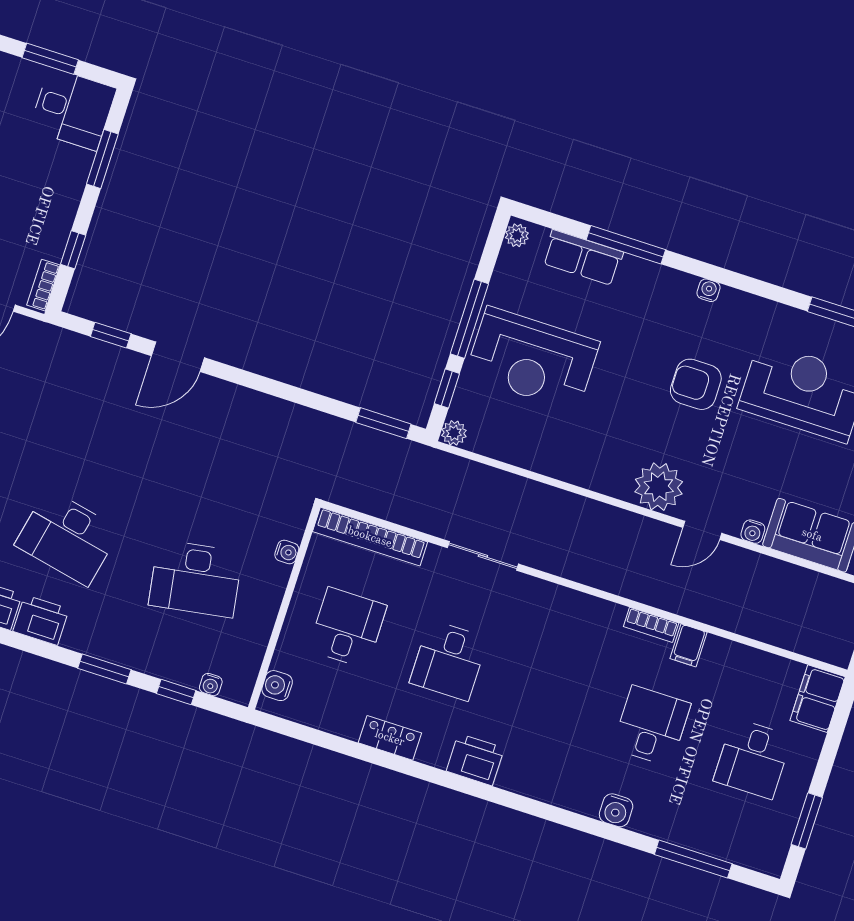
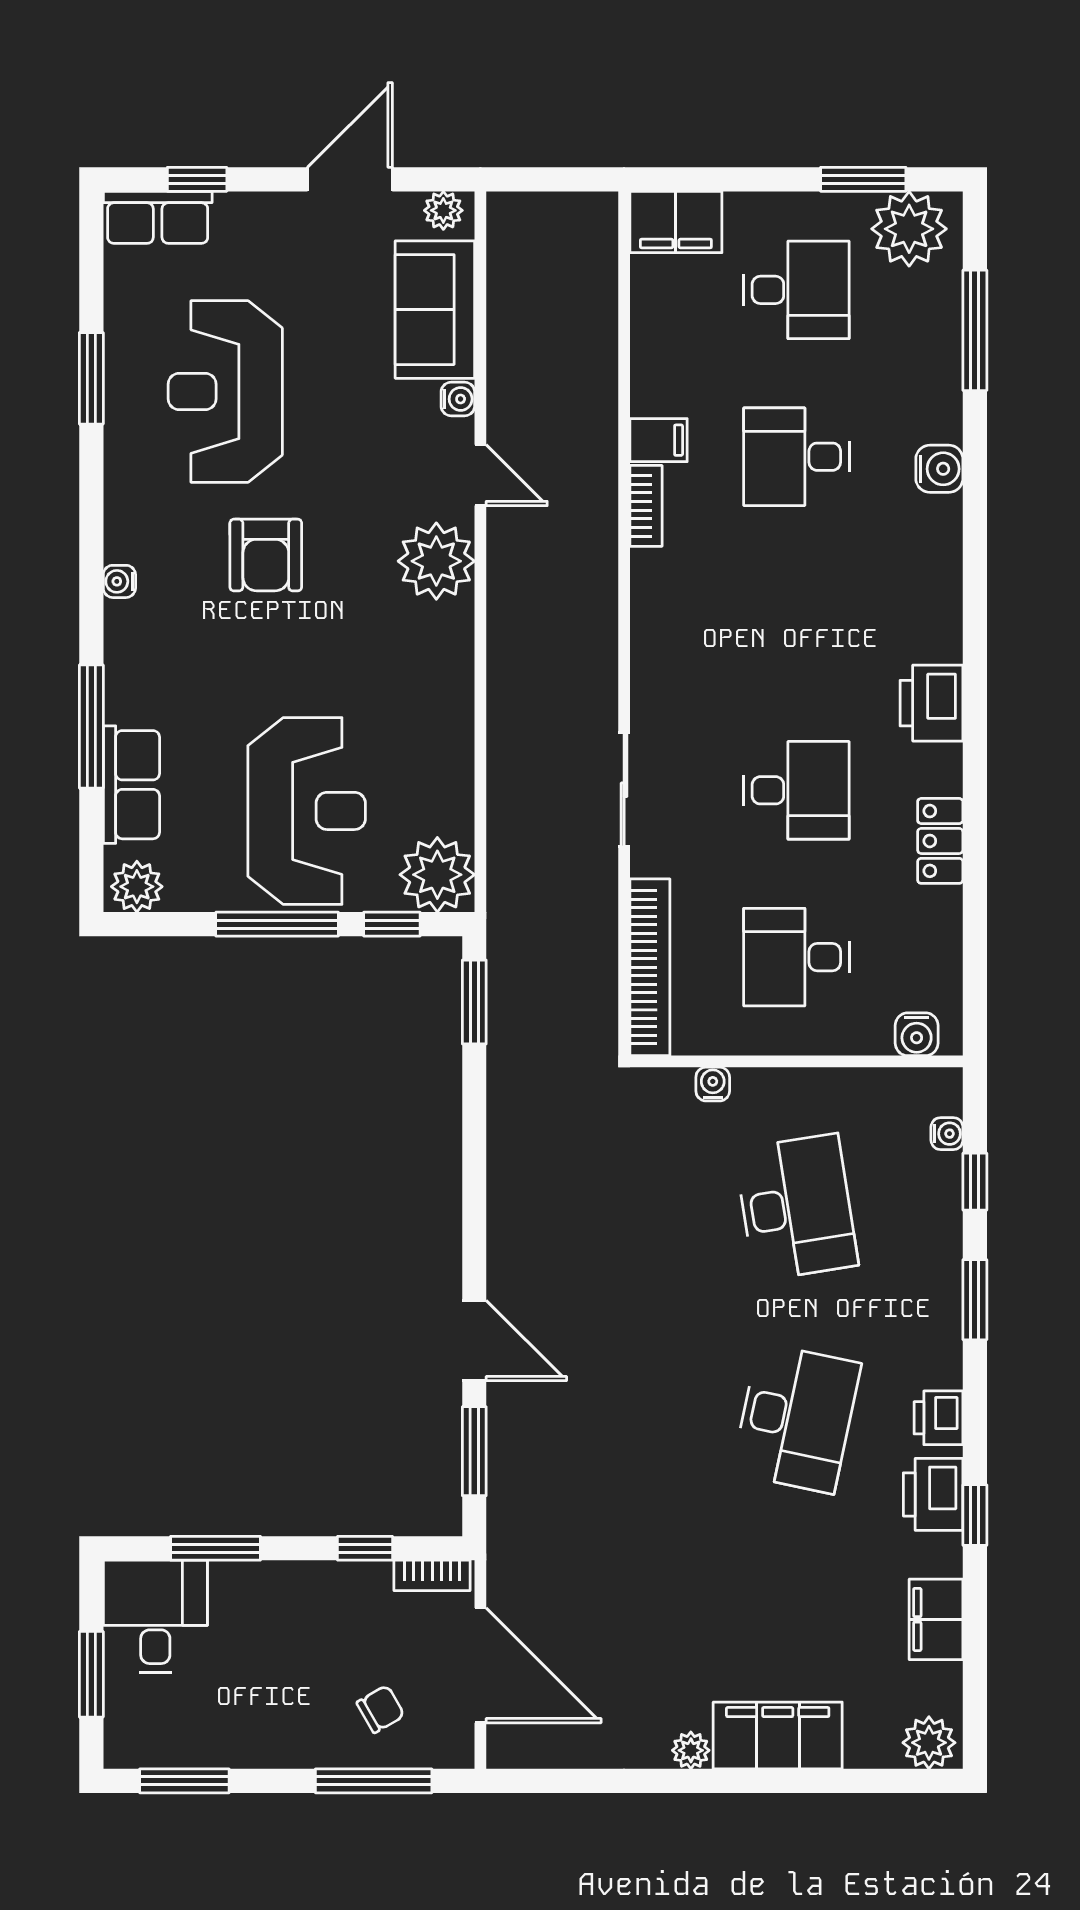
plant: (517, 235) -> (137, 887), width x1.38, depth x1.38
window: (111, 335) -> (474, 1451), width x1.50
plant: (454, 433) -> (437, 875), width x1.87, depth x1.87
printer: (41, 620) -> (938, 1418), width x0.73, depth x0.81
plant: (768, 839) -> (909, 229), added

